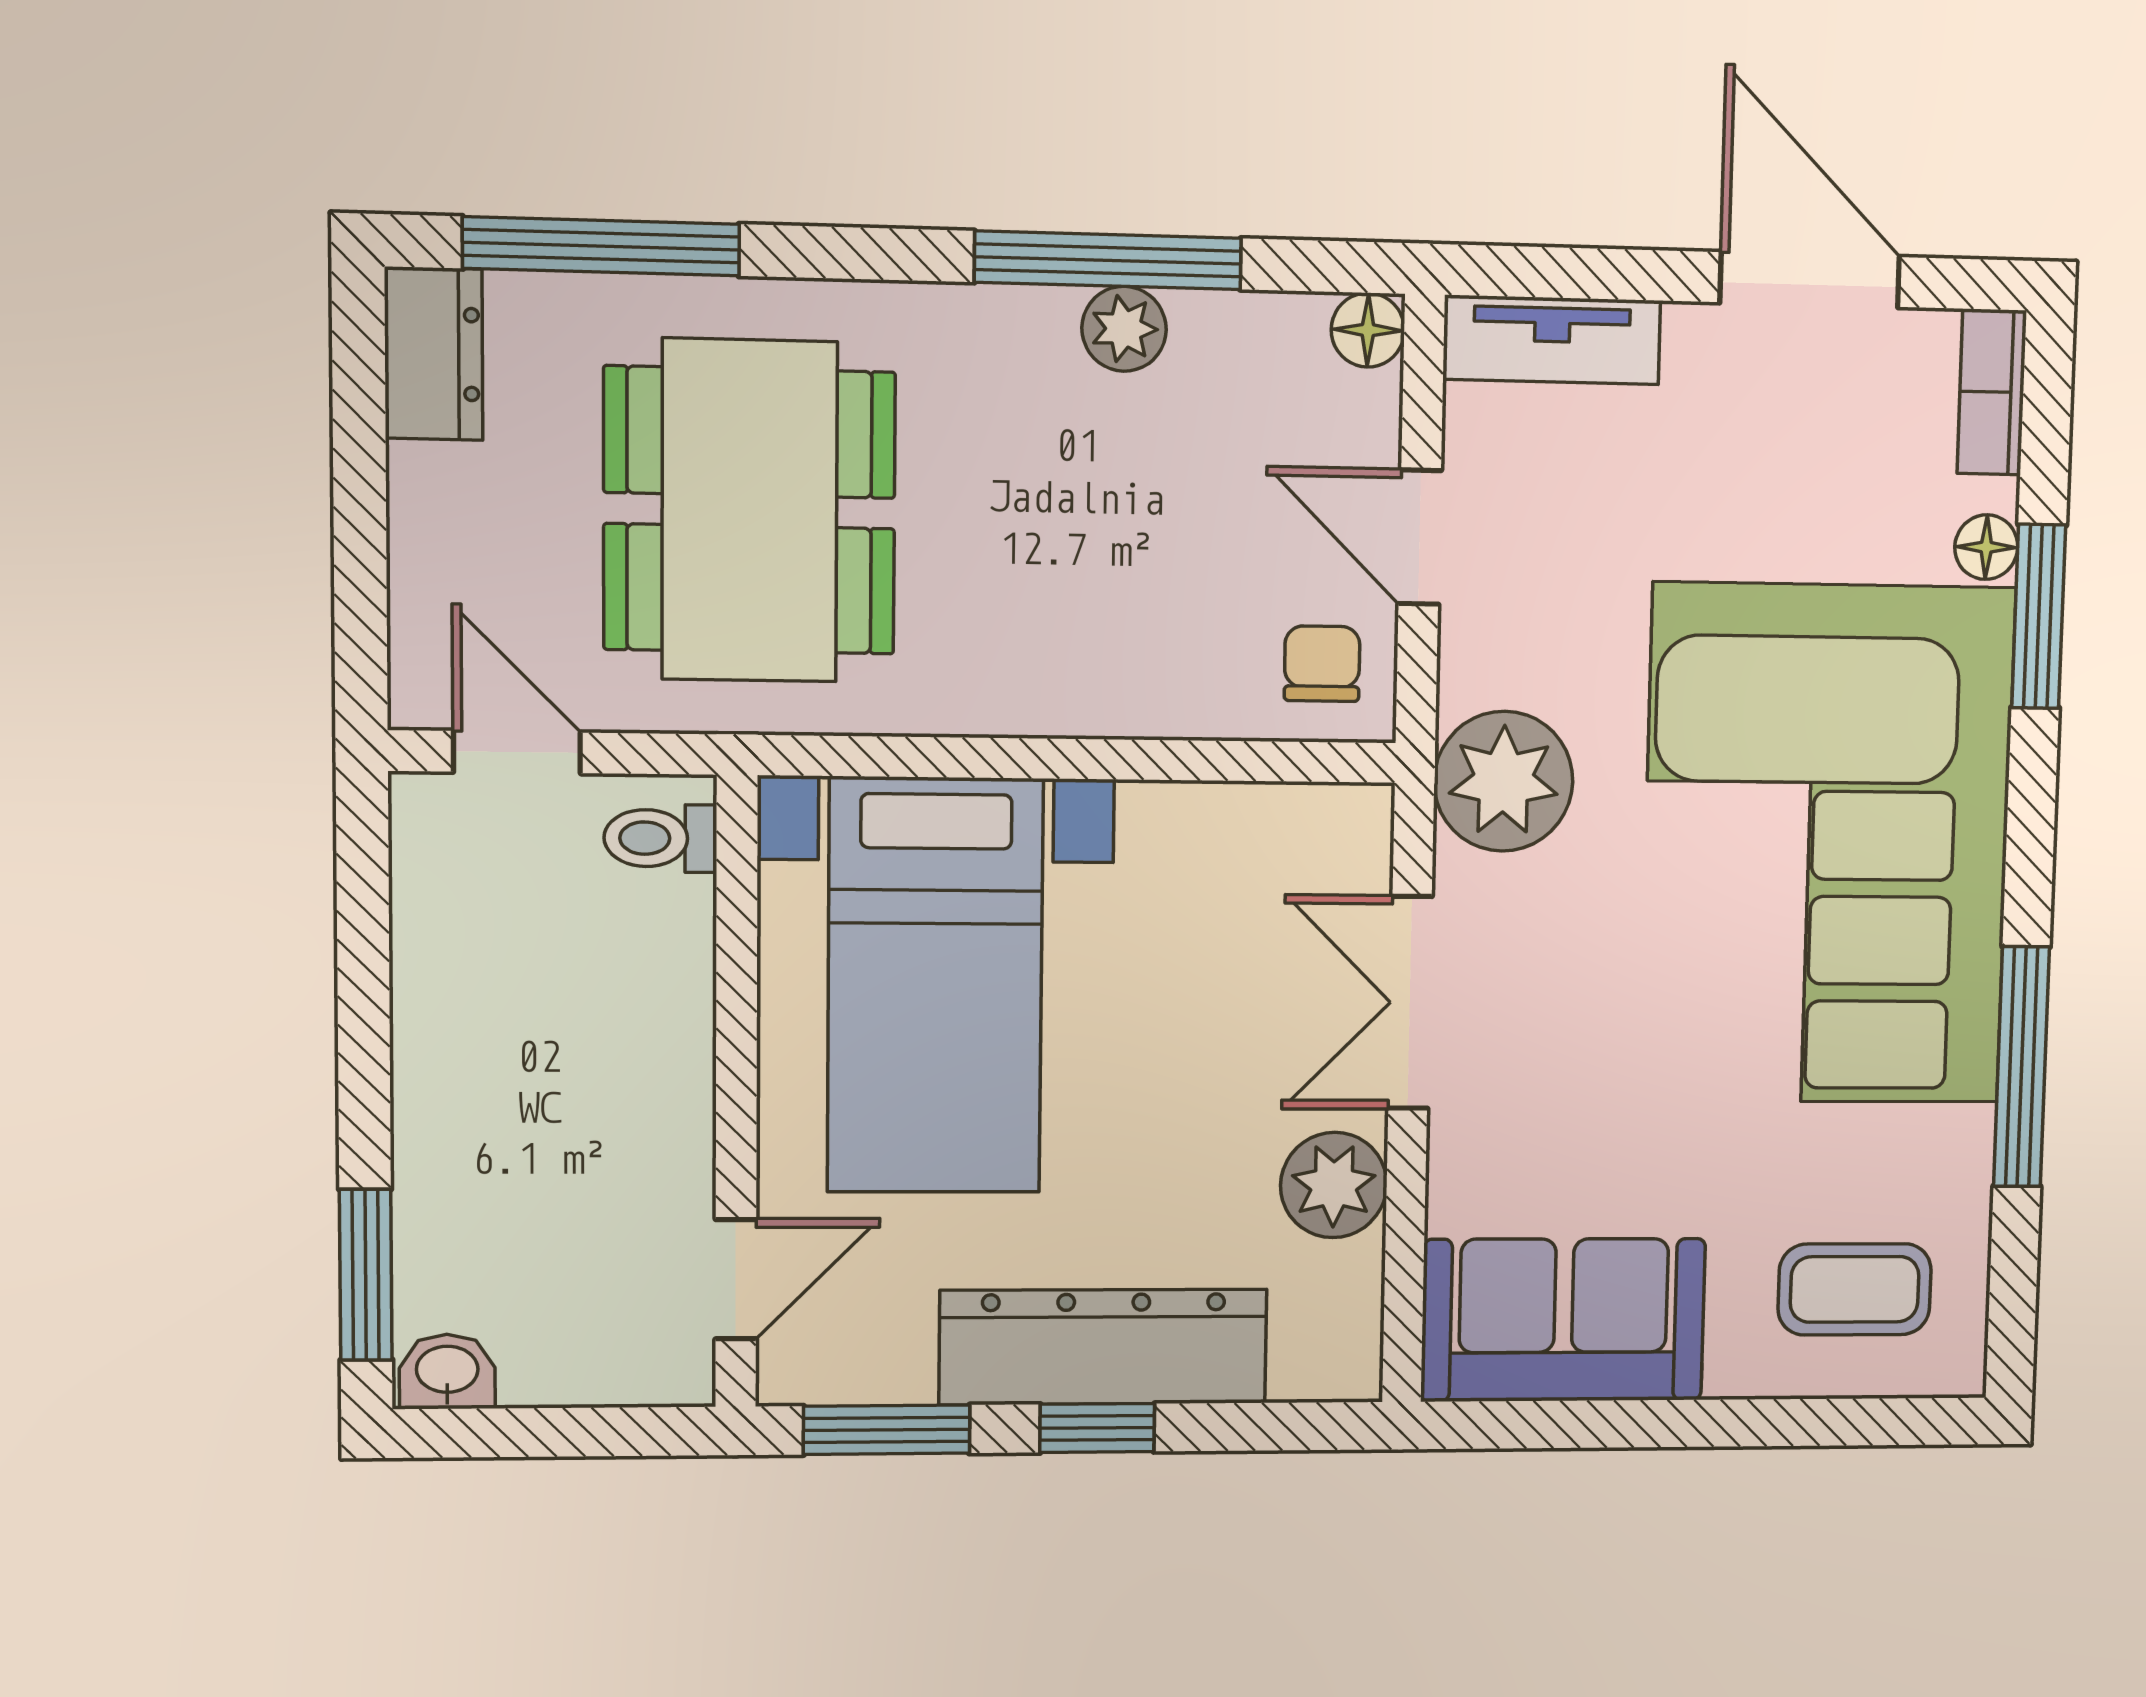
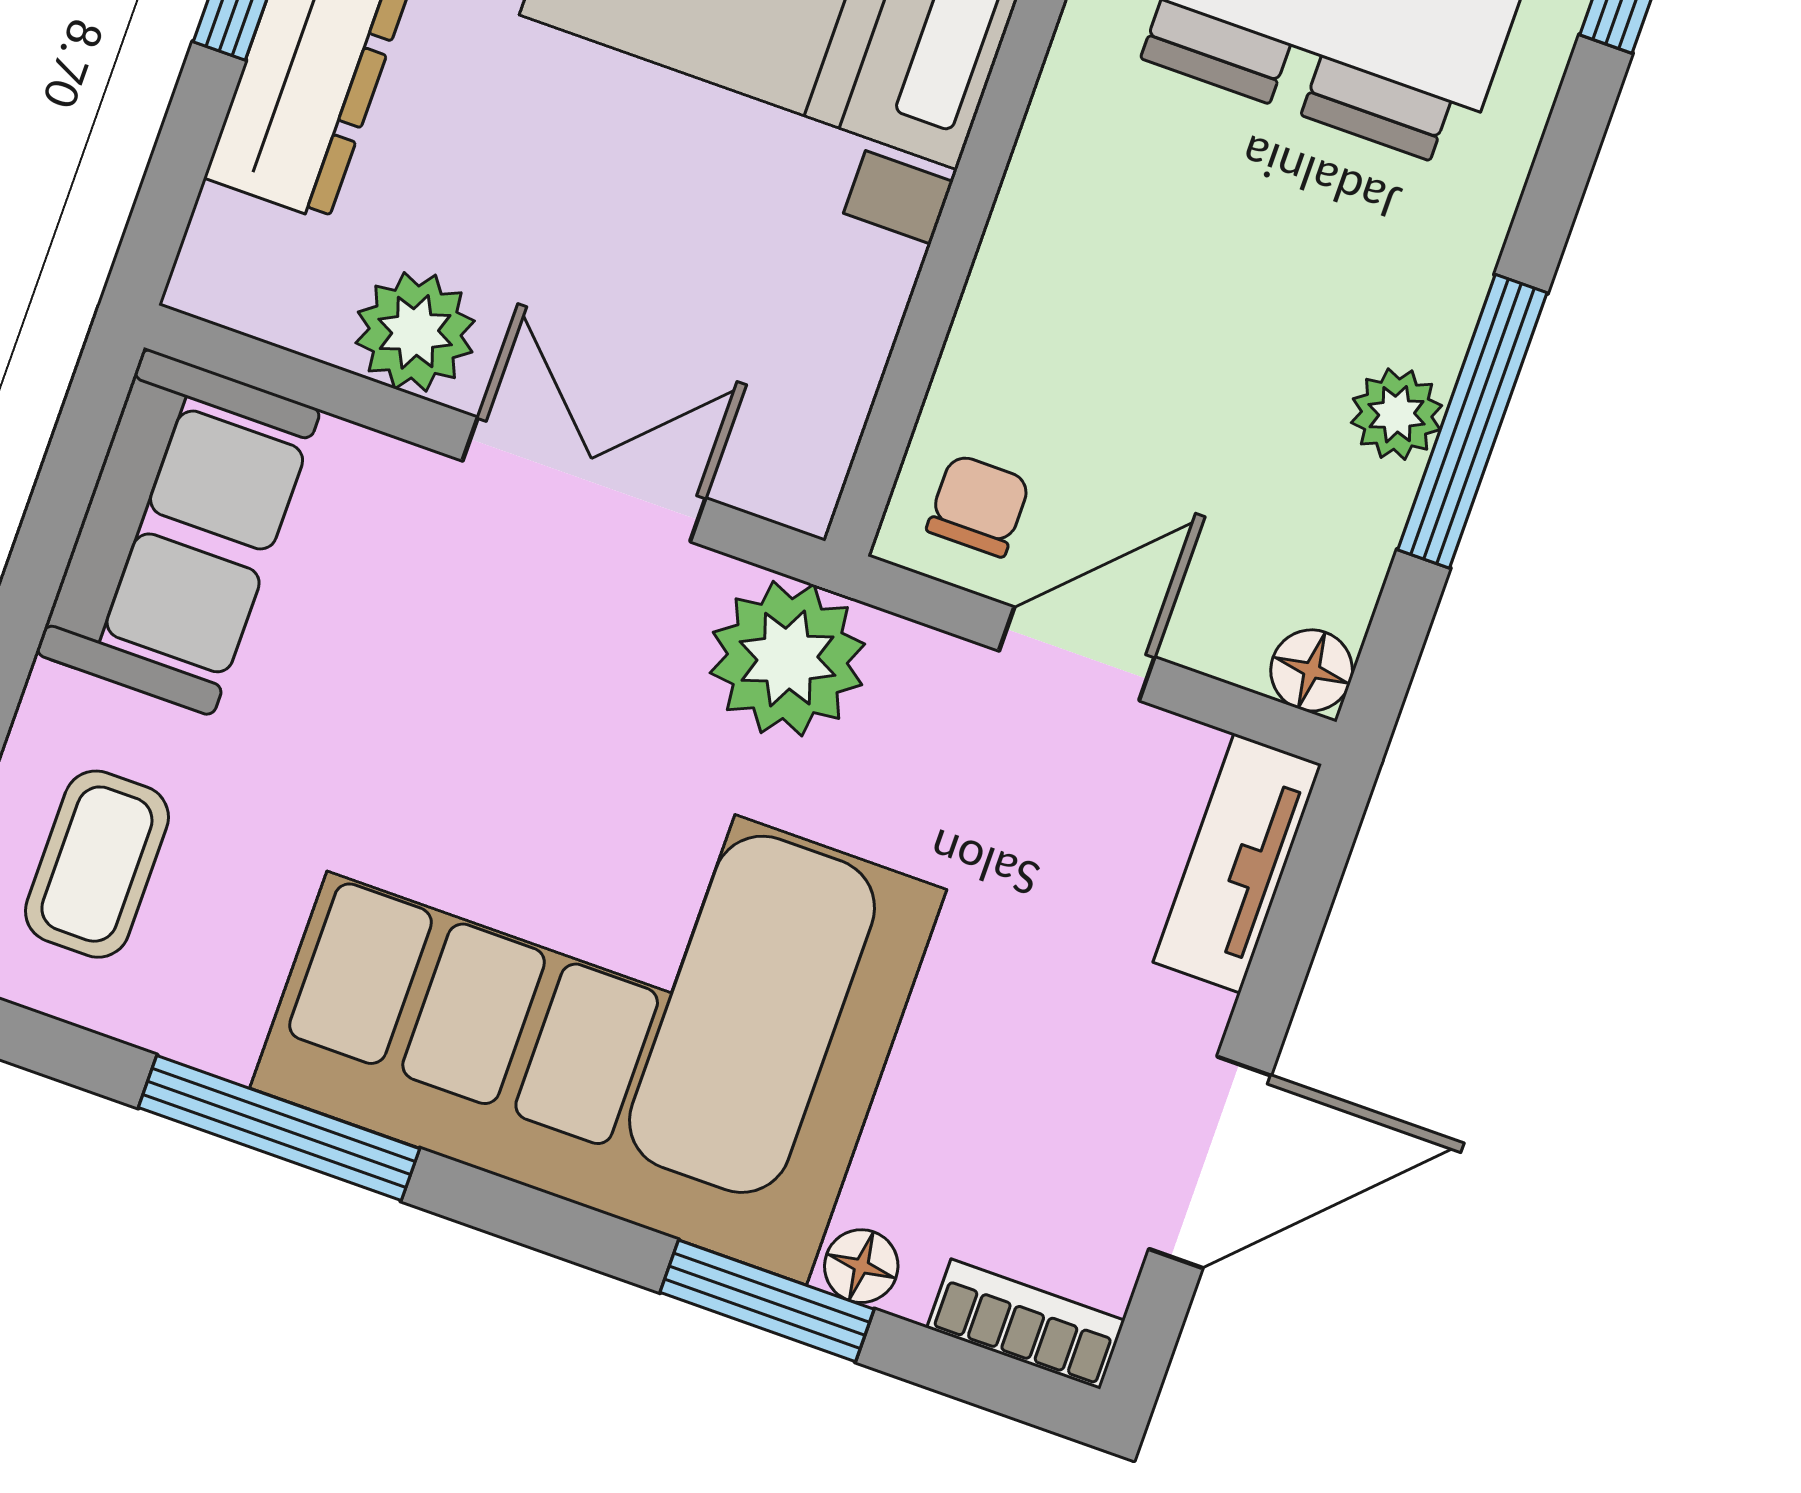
chair: (1322, 664) -> (978, 506), turned -90

